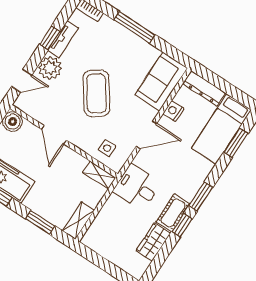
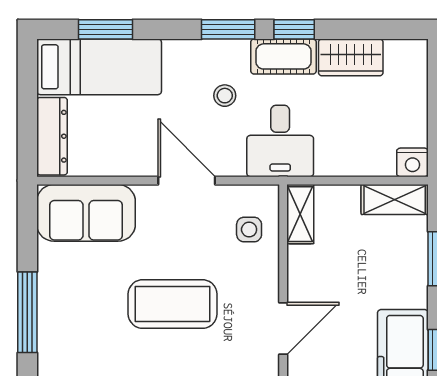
coffee table: (96, 93) -> (173, 304), turned 35
nightstand: (173, 111) -> (412, 162), moved
stool: (173, 176) -> (225, 96), added

